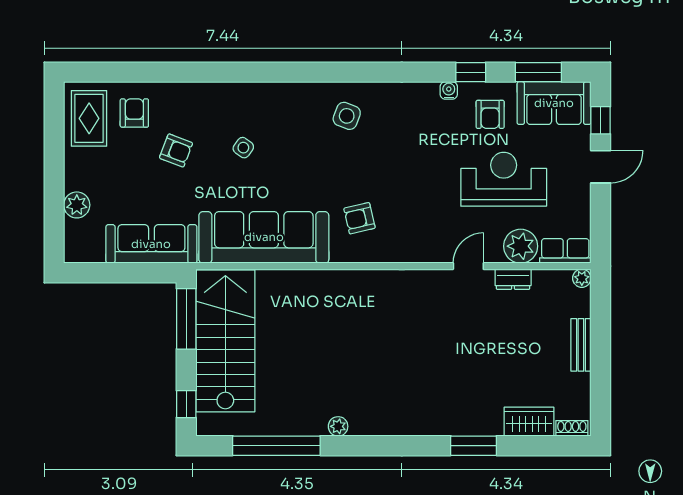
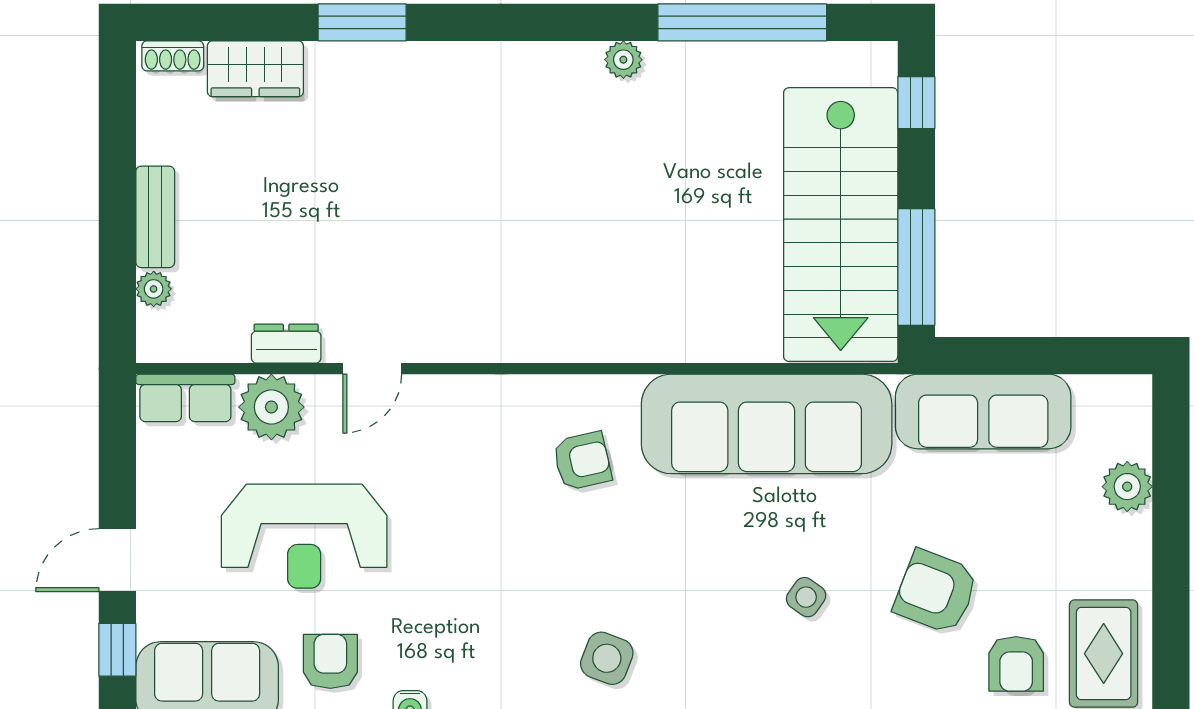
armchair: (176, 150) -> (936, 592), width x1.38, depth x1.38
plant: (582, 278) -> (154, 289), moved

